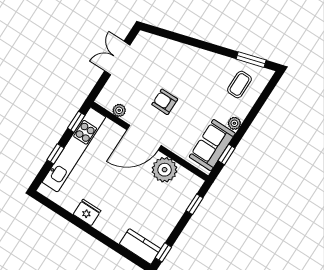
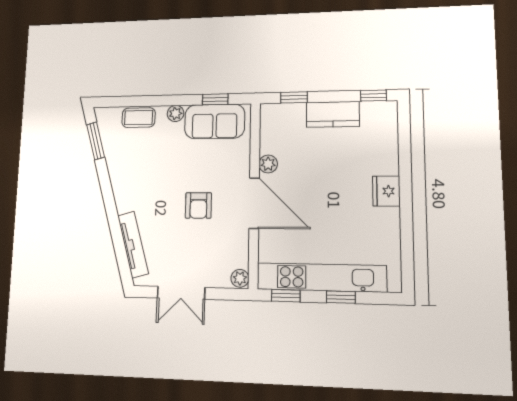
tv unit: (167, 45) -> (133, 244), added
coffee table: (239, 85) -> (139, 118), moved
plant: (119, 110) -> (240, 278), moved
plant: (165, 170) -> (268, 164), width x0.53, depth x0.53
fridge: (87, 212) -> (386, 191), moved
kitchen counter: (140, 246) -> (333, 114), moved, turned -90

